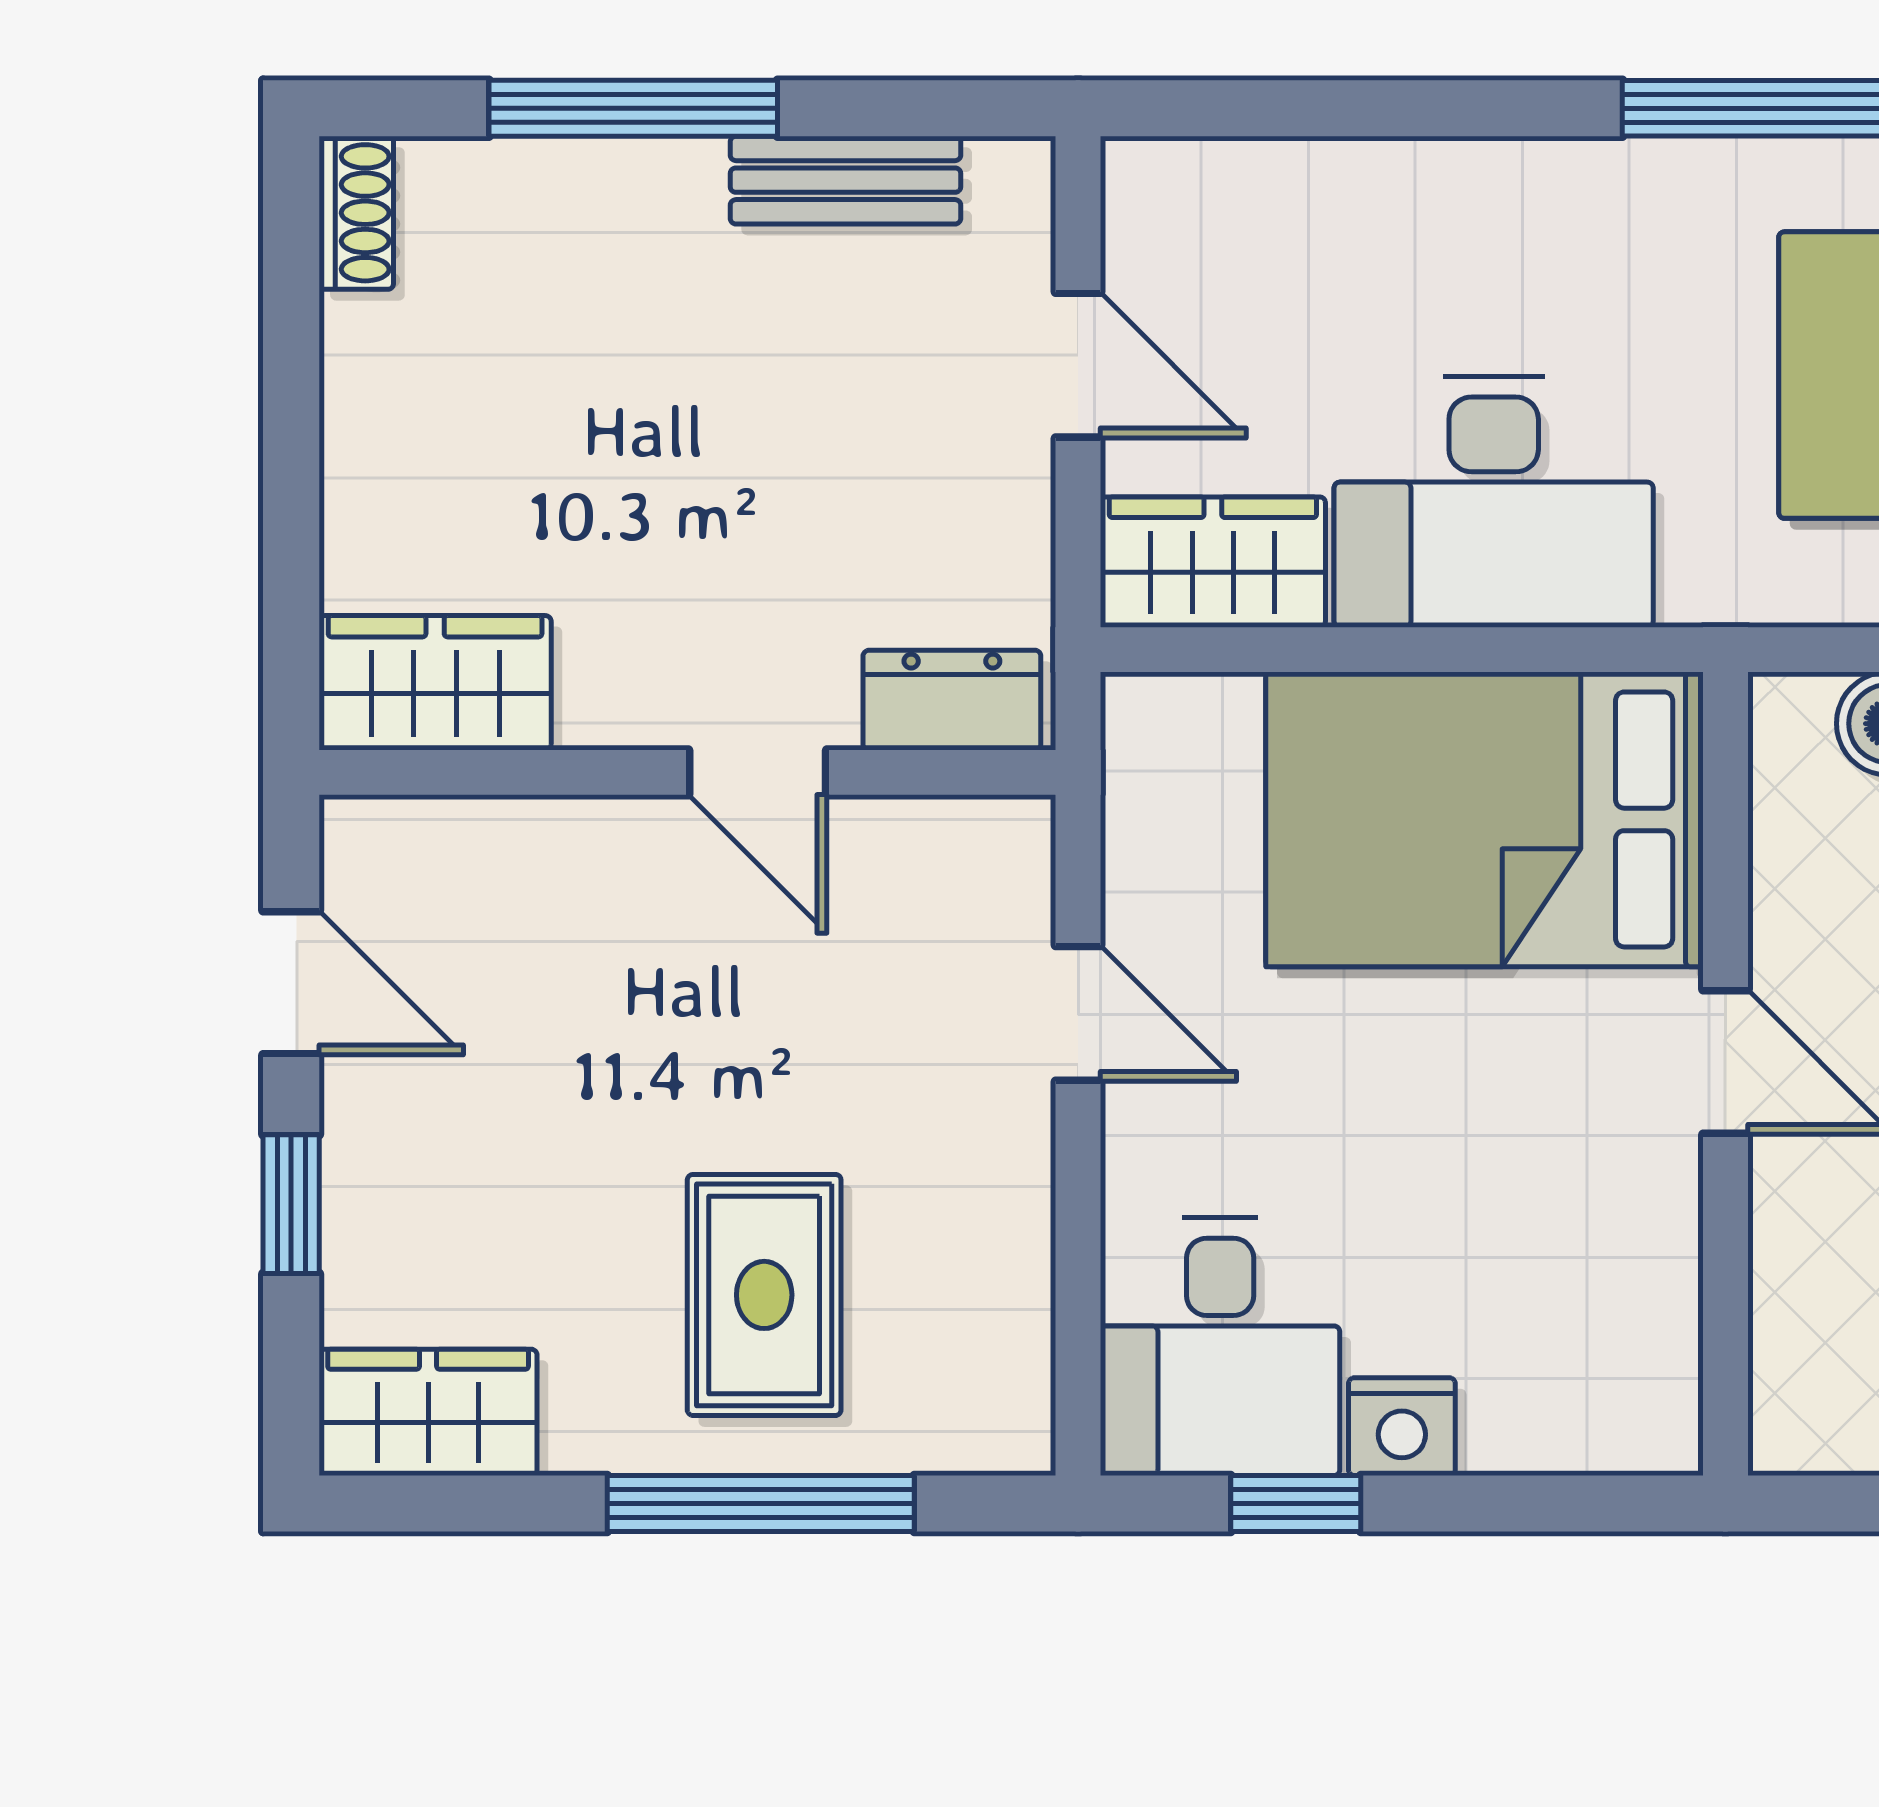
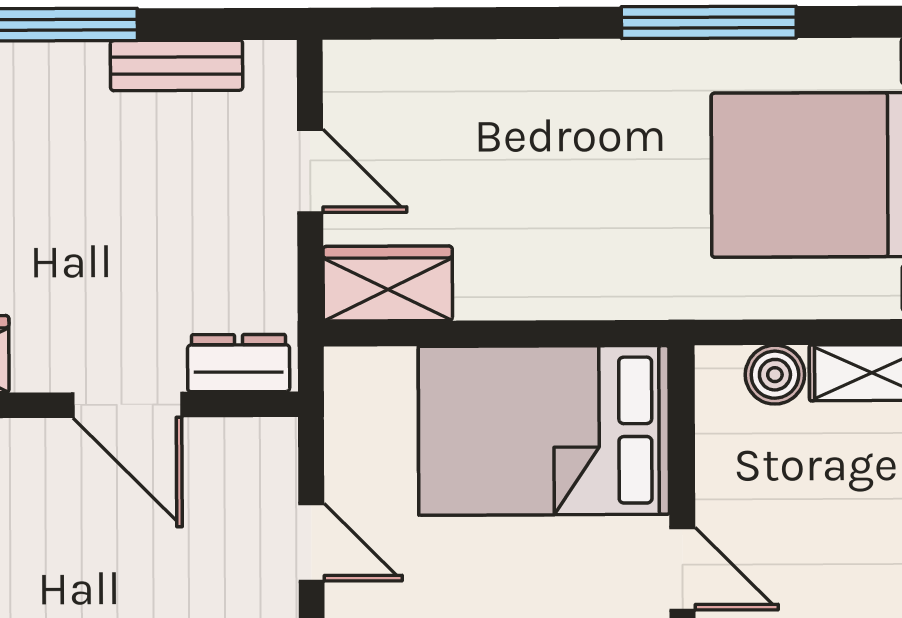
desk: (1494, 502) -> (548, 249), removed
door: (758, 772) -> (127, 405), width x1.38

